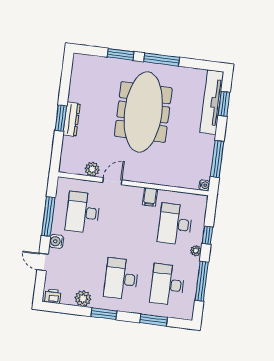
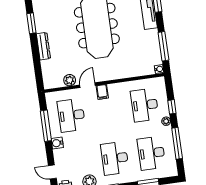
window: (61, 118) -> (31, 23), moved
filing cabinet: (150, 197) -> (102, 92), moved
door: (43, 262) -> (52, 172), moved

